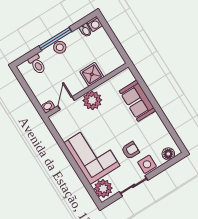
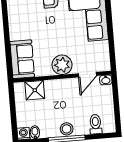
shower: (92, 74) -> (35, 90), moved
sofa: (137, 101) -> (22, 59), moved

